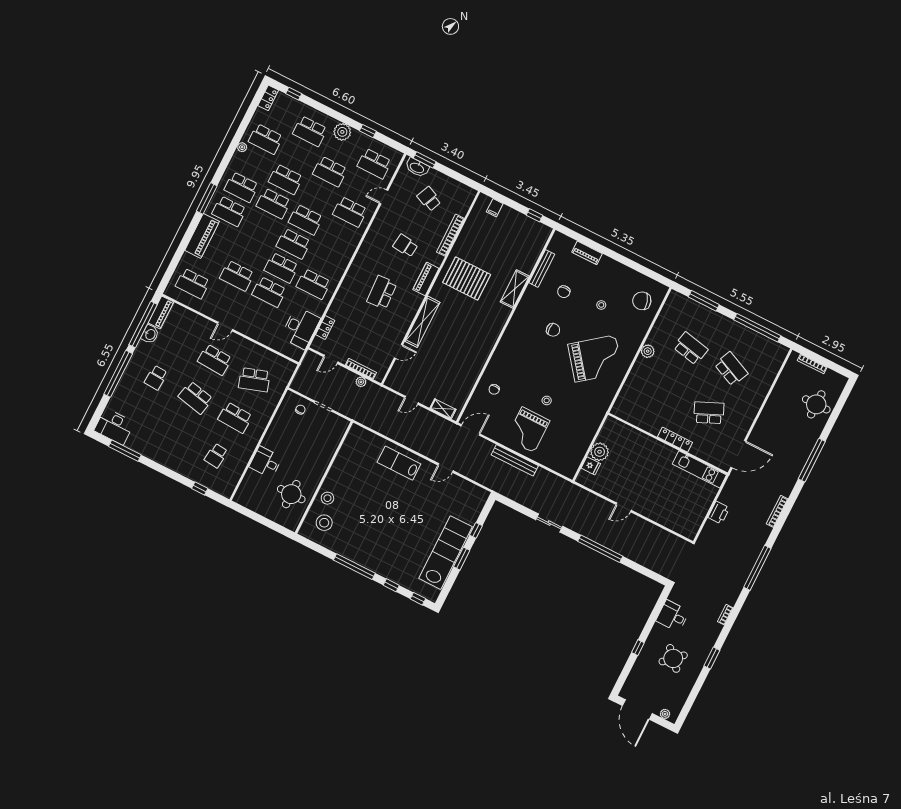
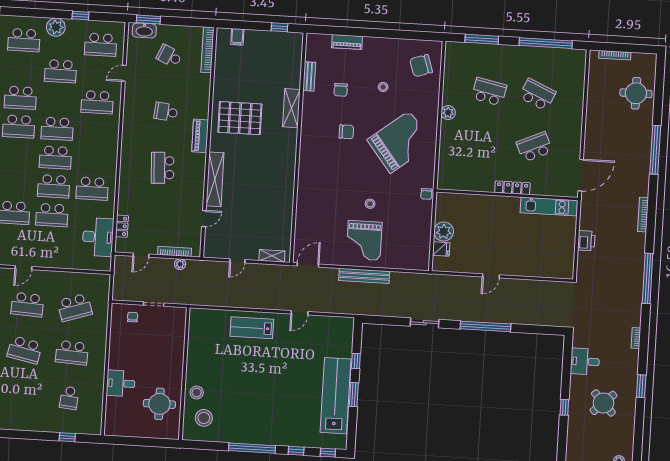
bookcase: (450, 235) -> (207, 50), moved
bench: (542, 268) -> (309, 76), width x0.73
chair: (494, 389) -> (426, 194), moved

